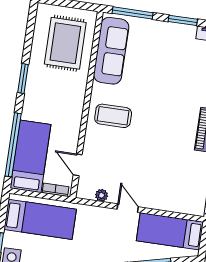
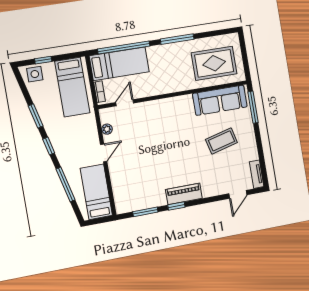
window: (183, 20) -> (260, 147), removed
window: (23, 78) -> (177, 39), width x1.44
coffee table: (113, 116) -> (221, 141), moved, turned 76

